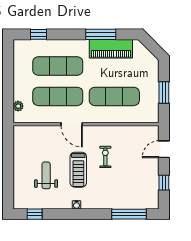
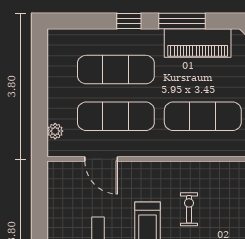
window: (38, 34) -> (129, 21), moved
door: (72, 124) -> (101, 159), moved

